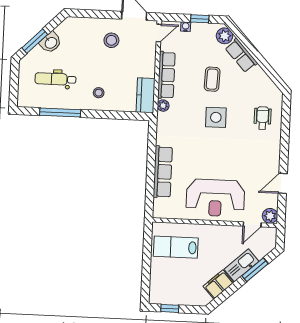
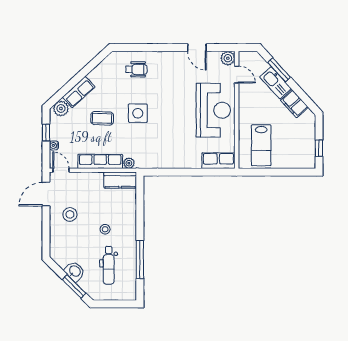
stool: (99, 93) -> (105, 229), moved
wheelchair: (263, 118) -> (136, 69), turned 180
row of seats: (163, 172) -> (218, 161), moved, width x0.68

